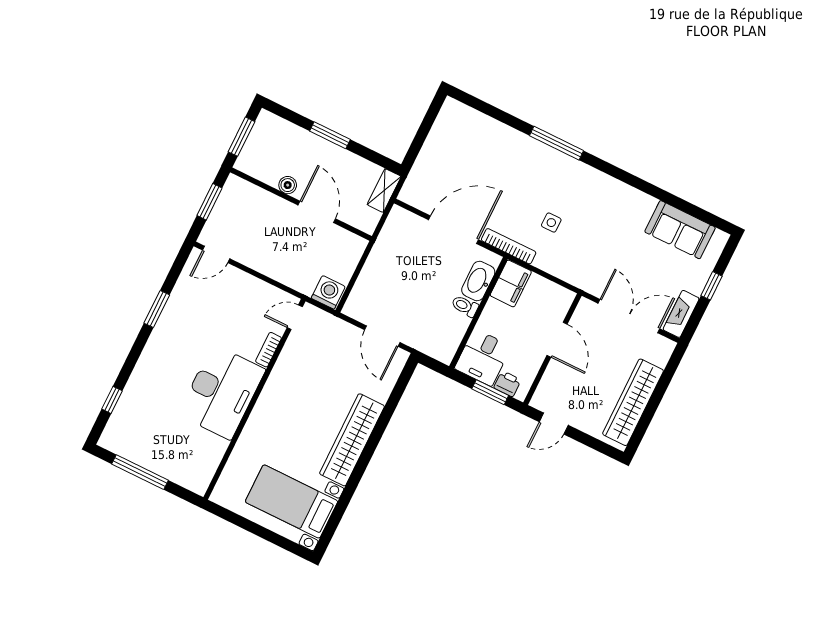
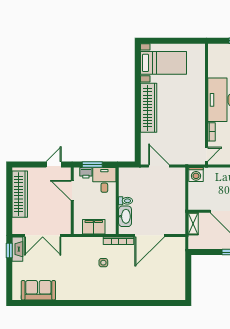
window: (556, 143) -> (120, 303), removed
shelving: (384, 191) -> (193, 224), moved
filing cabinet: (511, 283) -> (94, 227), moved, turned 90
window: (711, 286) -> (9, 250), moved
door: (557, 340) -> (72, 190), moved

